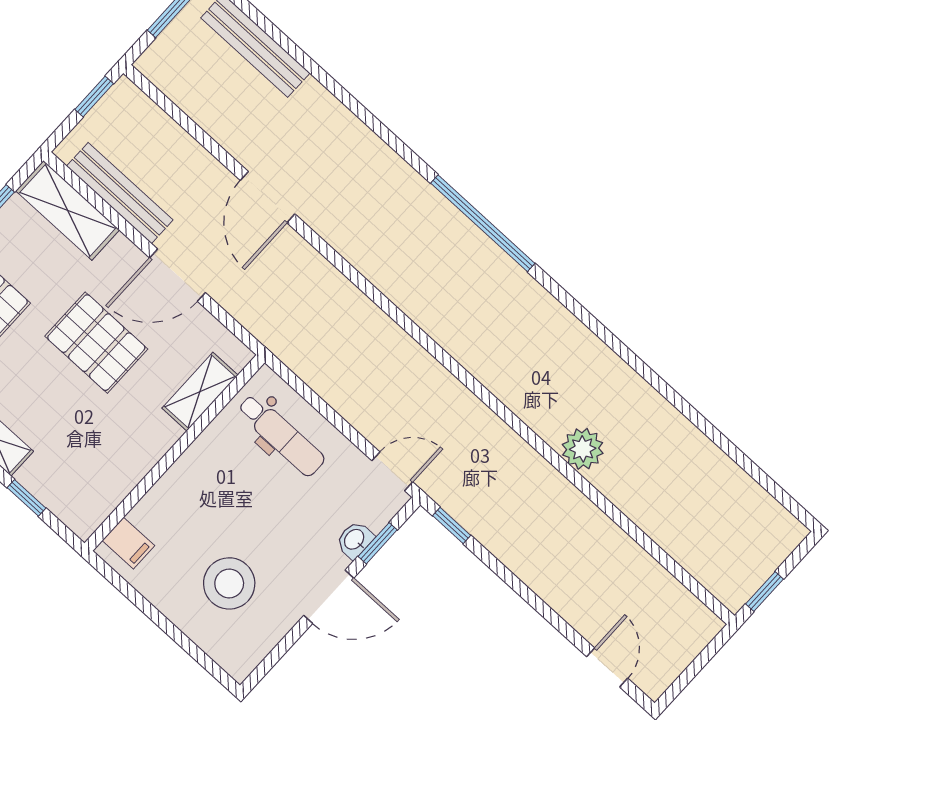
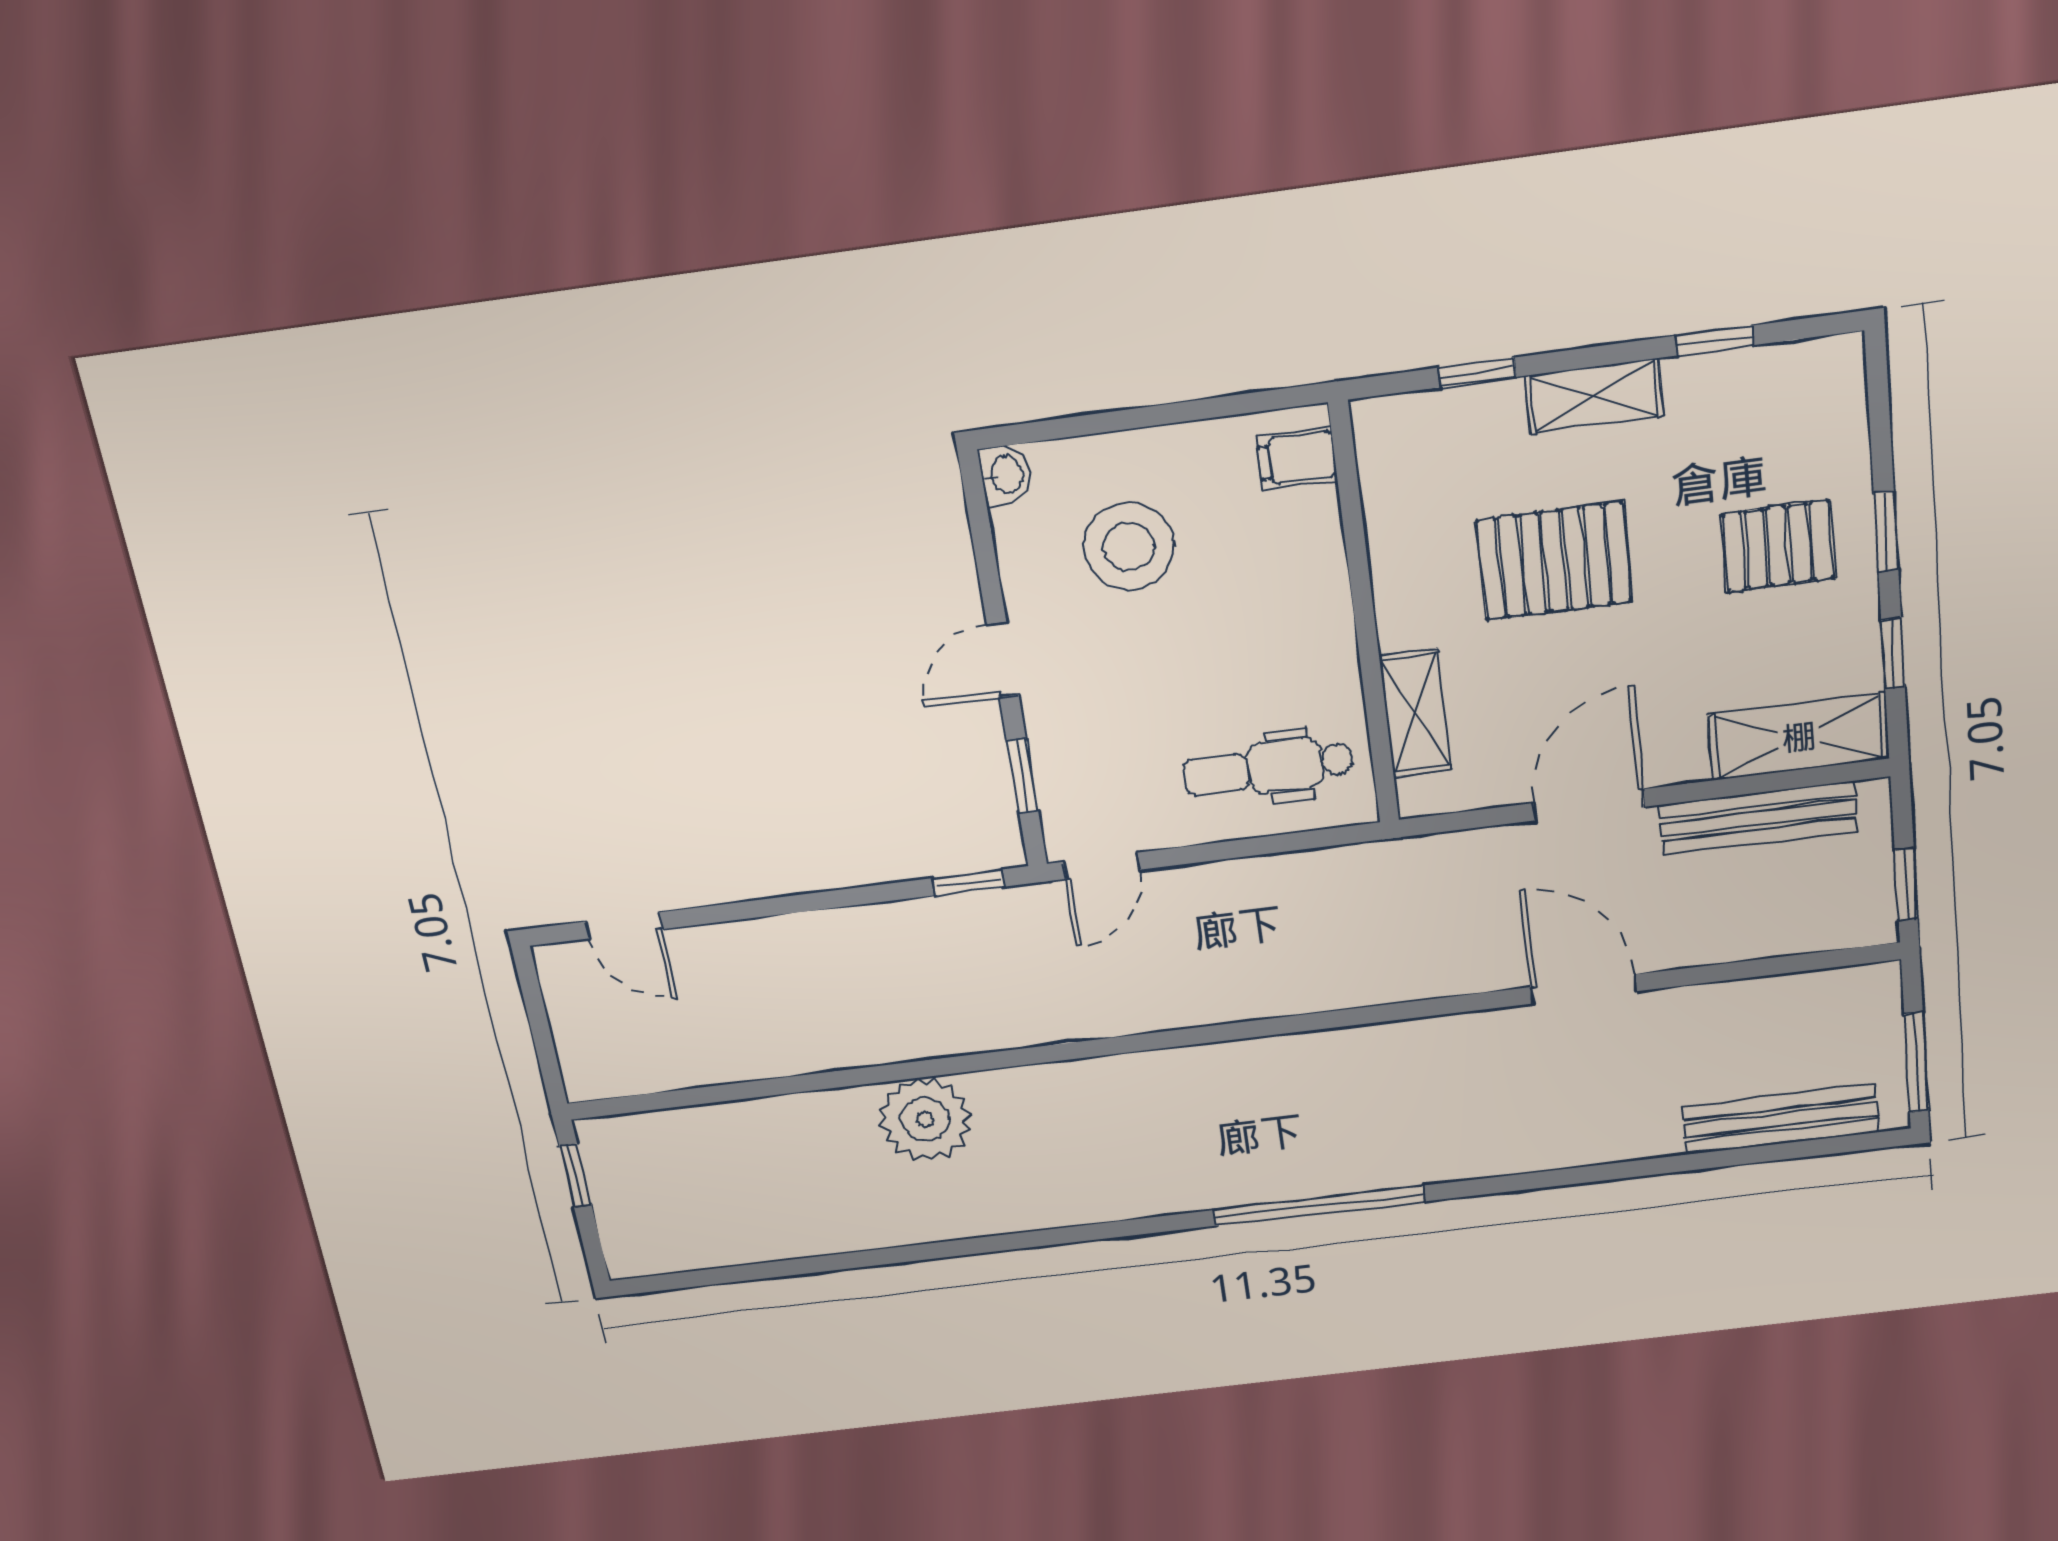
pallet: (96, 343) -> (1554, 561), moved
plant: (583, 449) -> (925, 1119), width x1.36, depth x1.36
washbasin: (355, 540) -> (1006, 475), moved
door: (329, 597) -> (1003, 660), width x0.73

